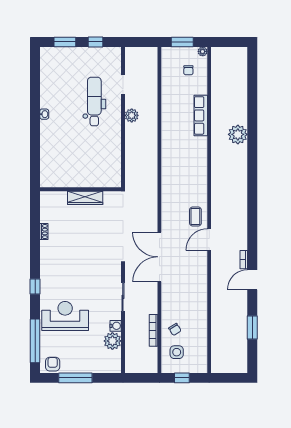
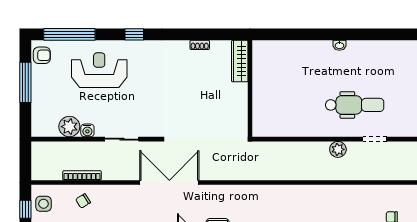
wardrobe: (85, 198) -> (240, 61), moved
reception desk: (65, 316) -> (99, 70), turned -90
side table: (177, 352) -> (43, 204), moved

